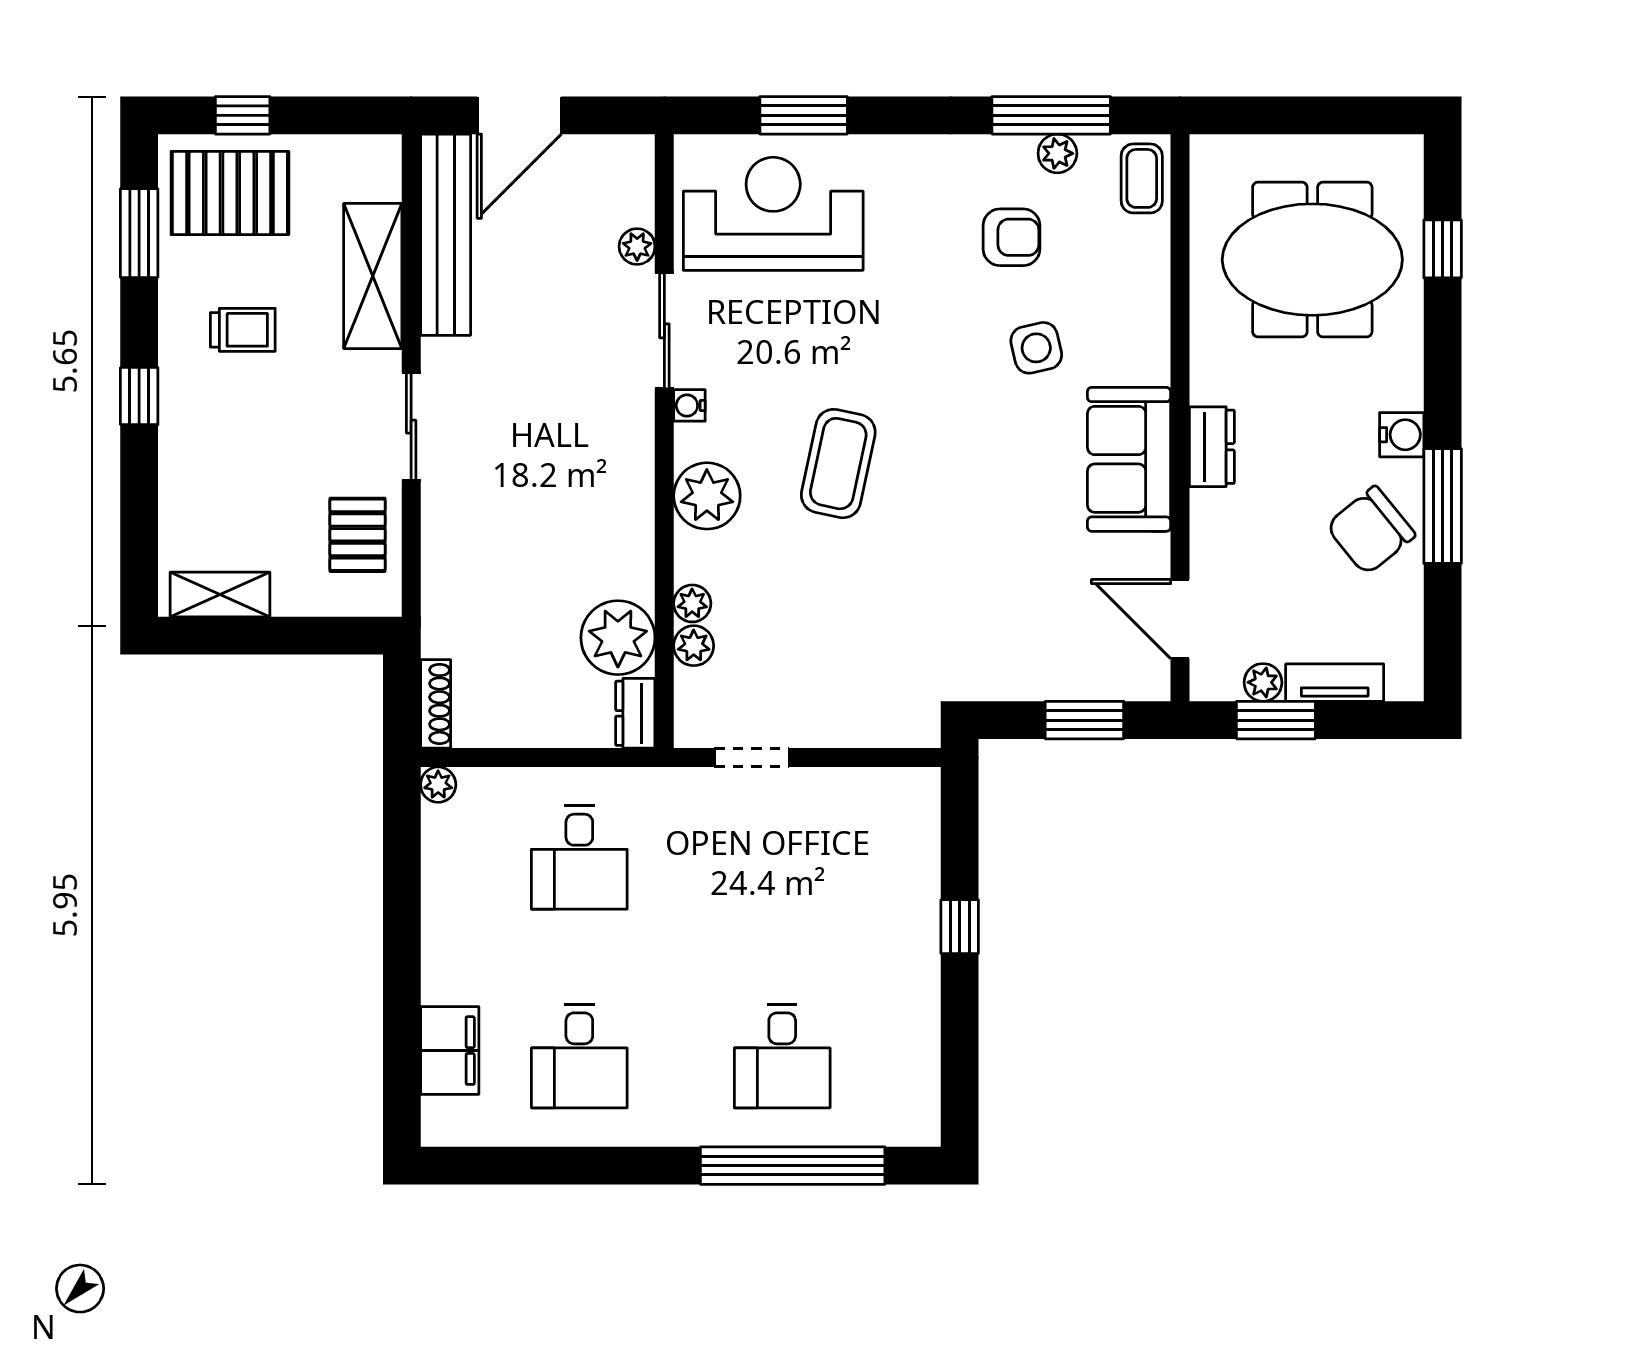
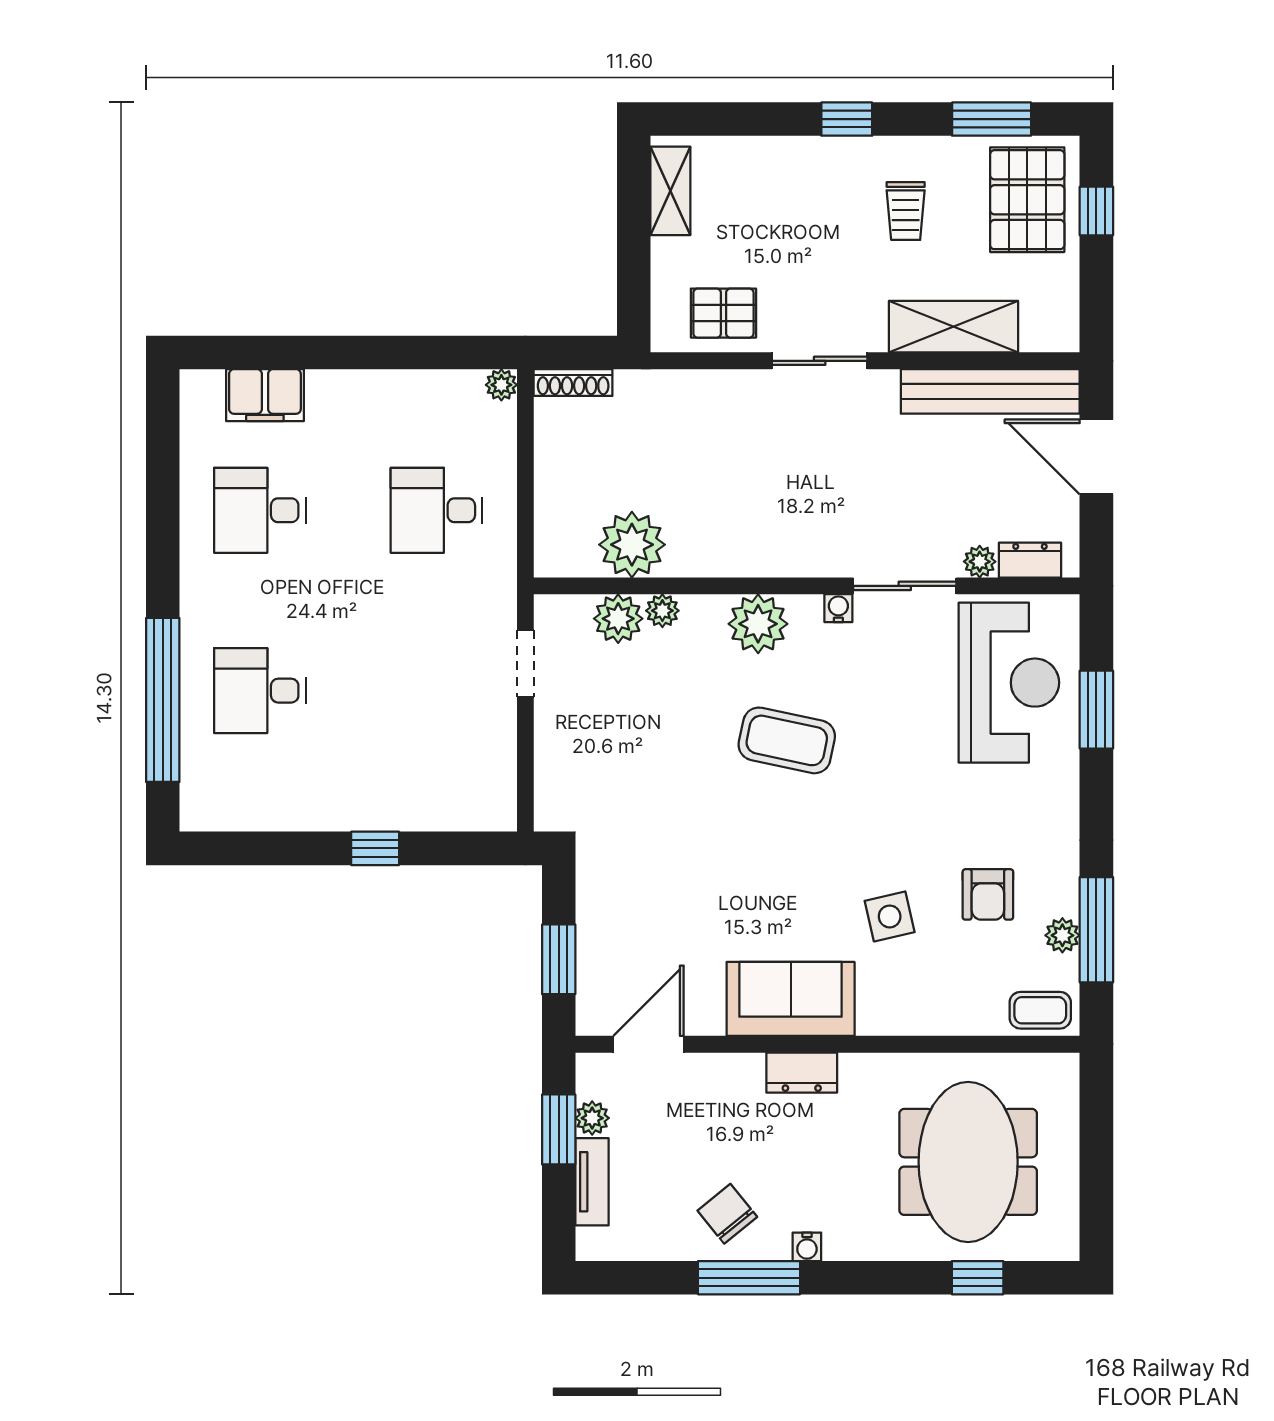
water cooler: (1402, 435) -> (807, 1247), width x0.72, depth x0.72
chair: (1371, 530) -> (727, 1214), width x0.73, depth x0.73
plant: (694, 646) -> (618, 619), width x1.38, depth x1.38
dresser: (635, 713) -> (1030, 560), moved

